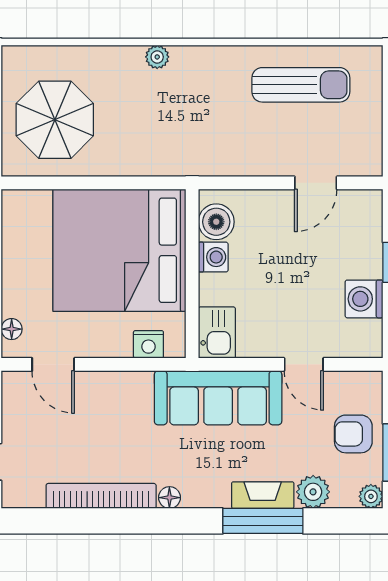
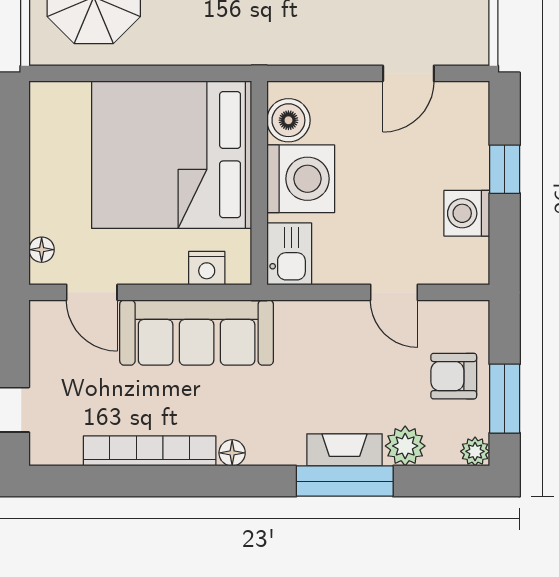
washing machine: (213, 257) -> (301, 179), width x1.89, depth x1.89
sofa: (218, 398) -> (197, 333), moved

